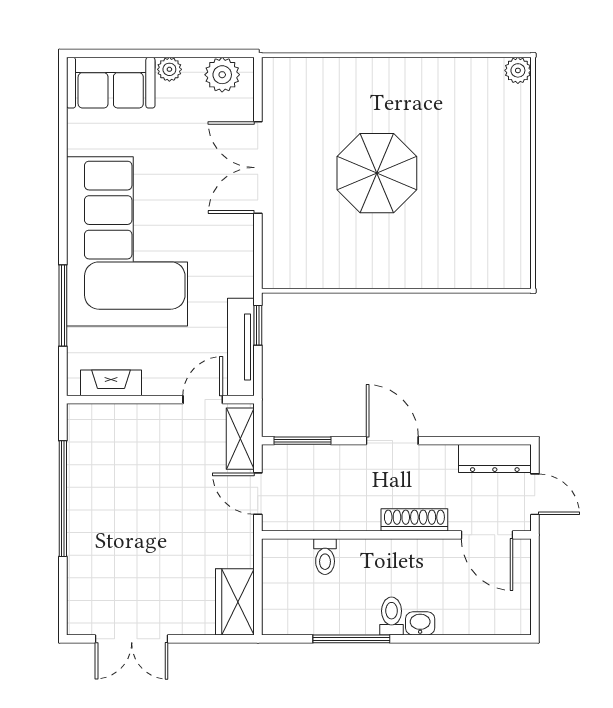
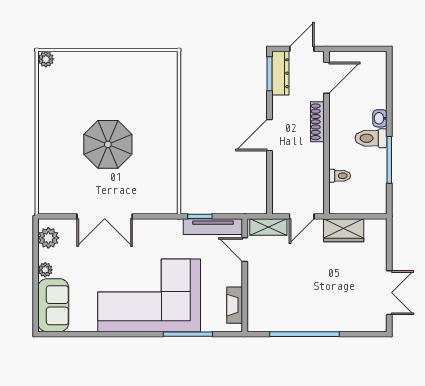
window: (302, 441) -> (269, 74), moved
wardrobe: (235, 602) -> (344, 230), moved
toilet: (392, 616) -> (371, 138), width x1.37, depth x1.39

